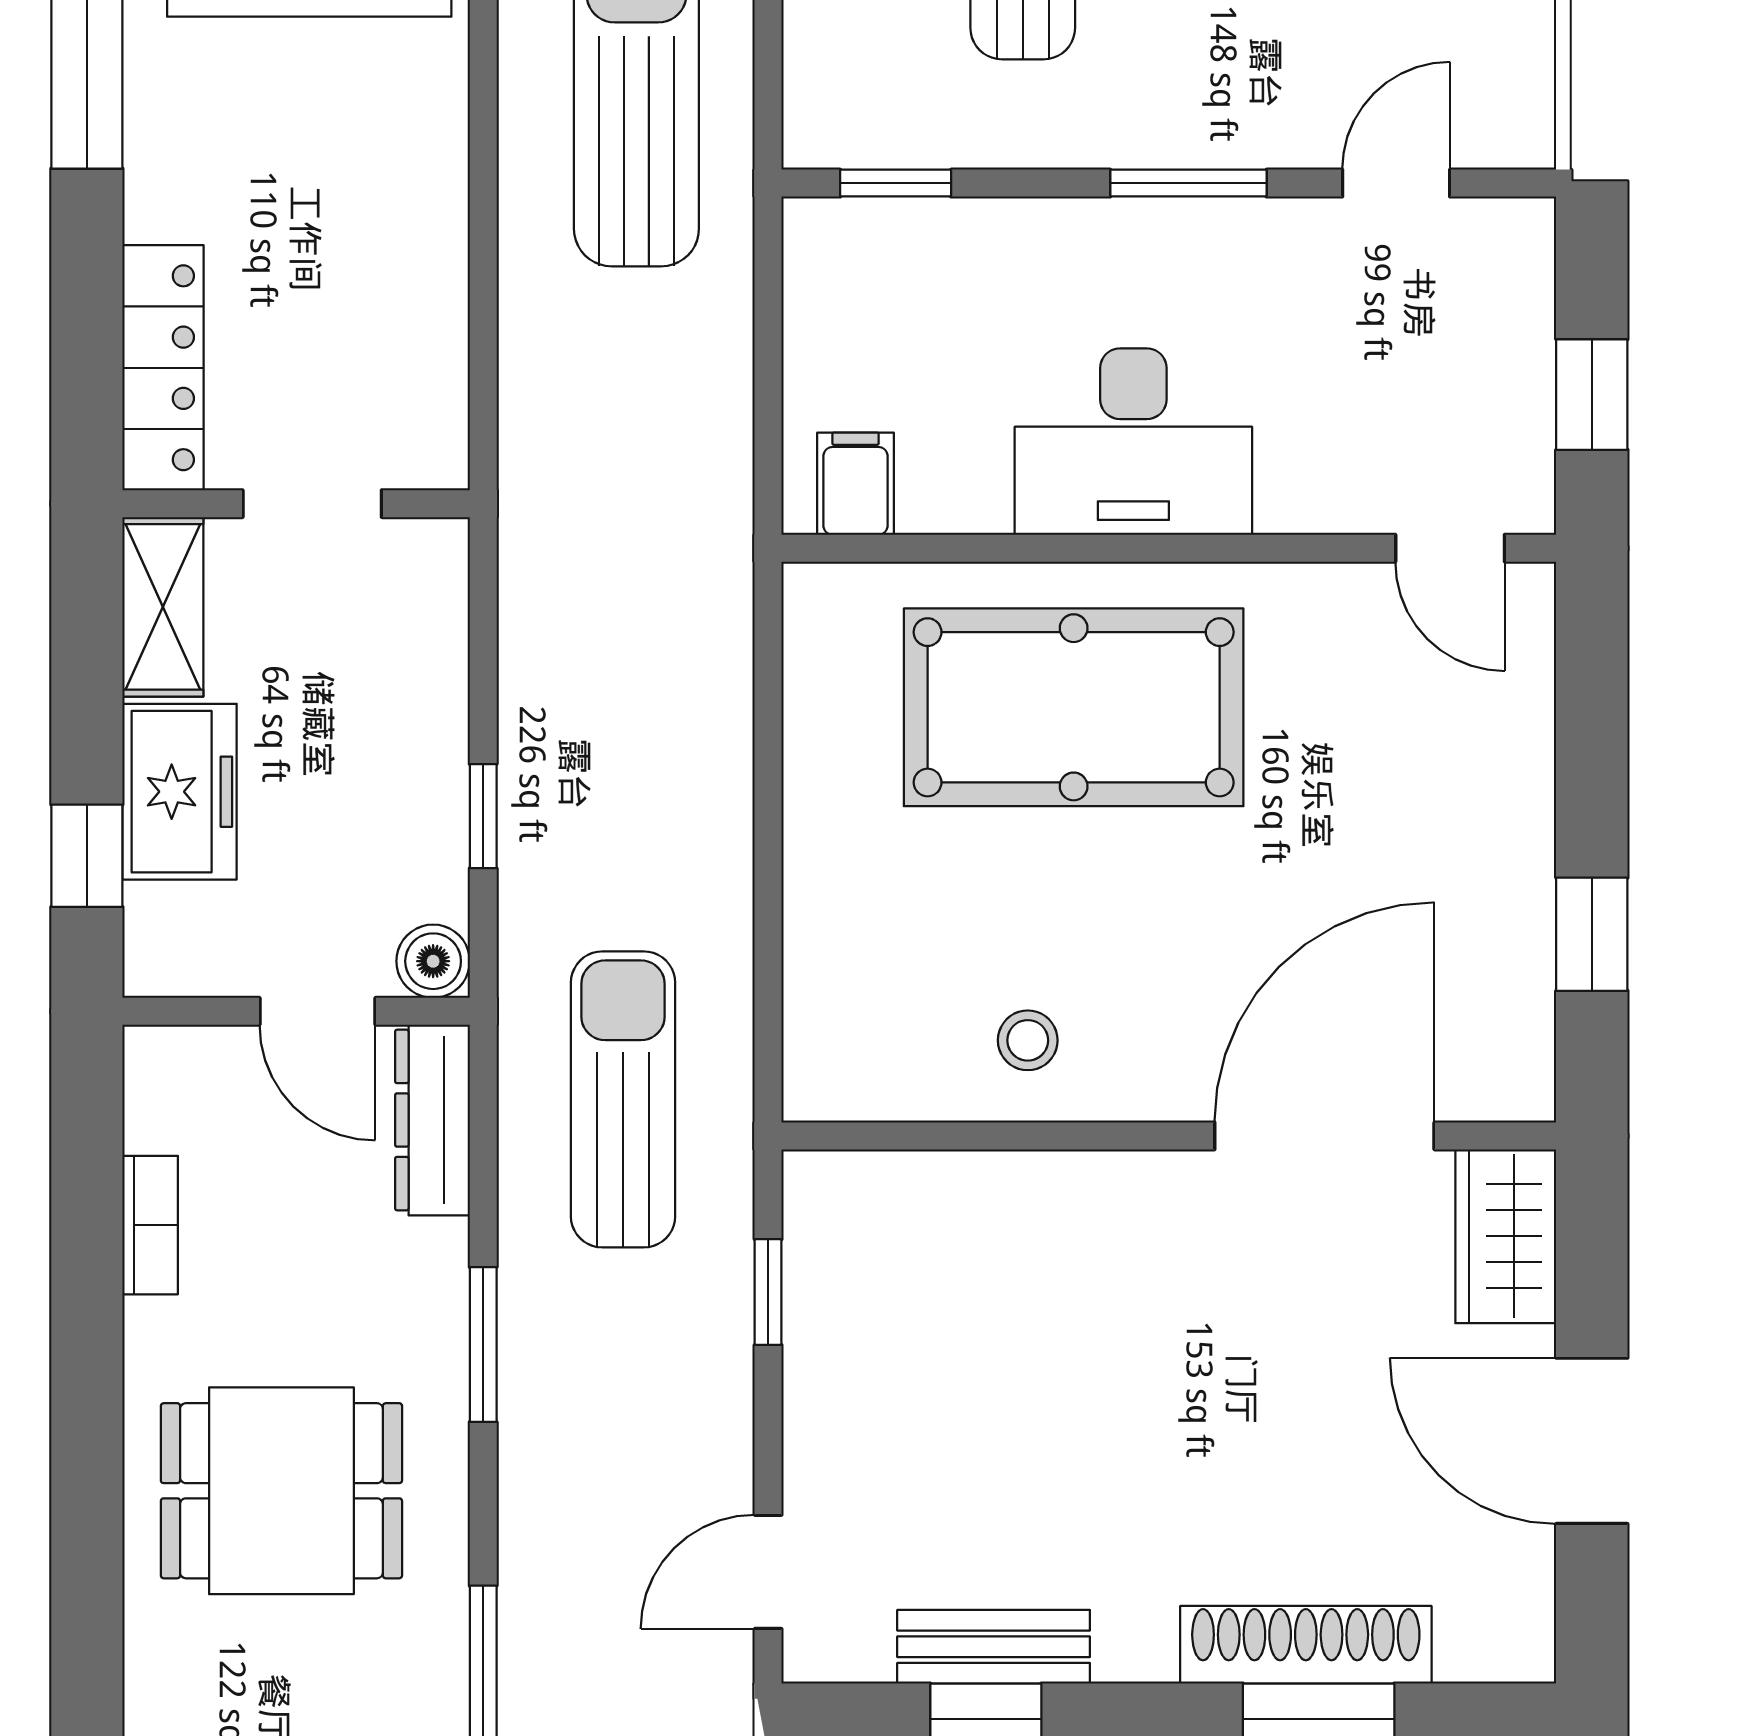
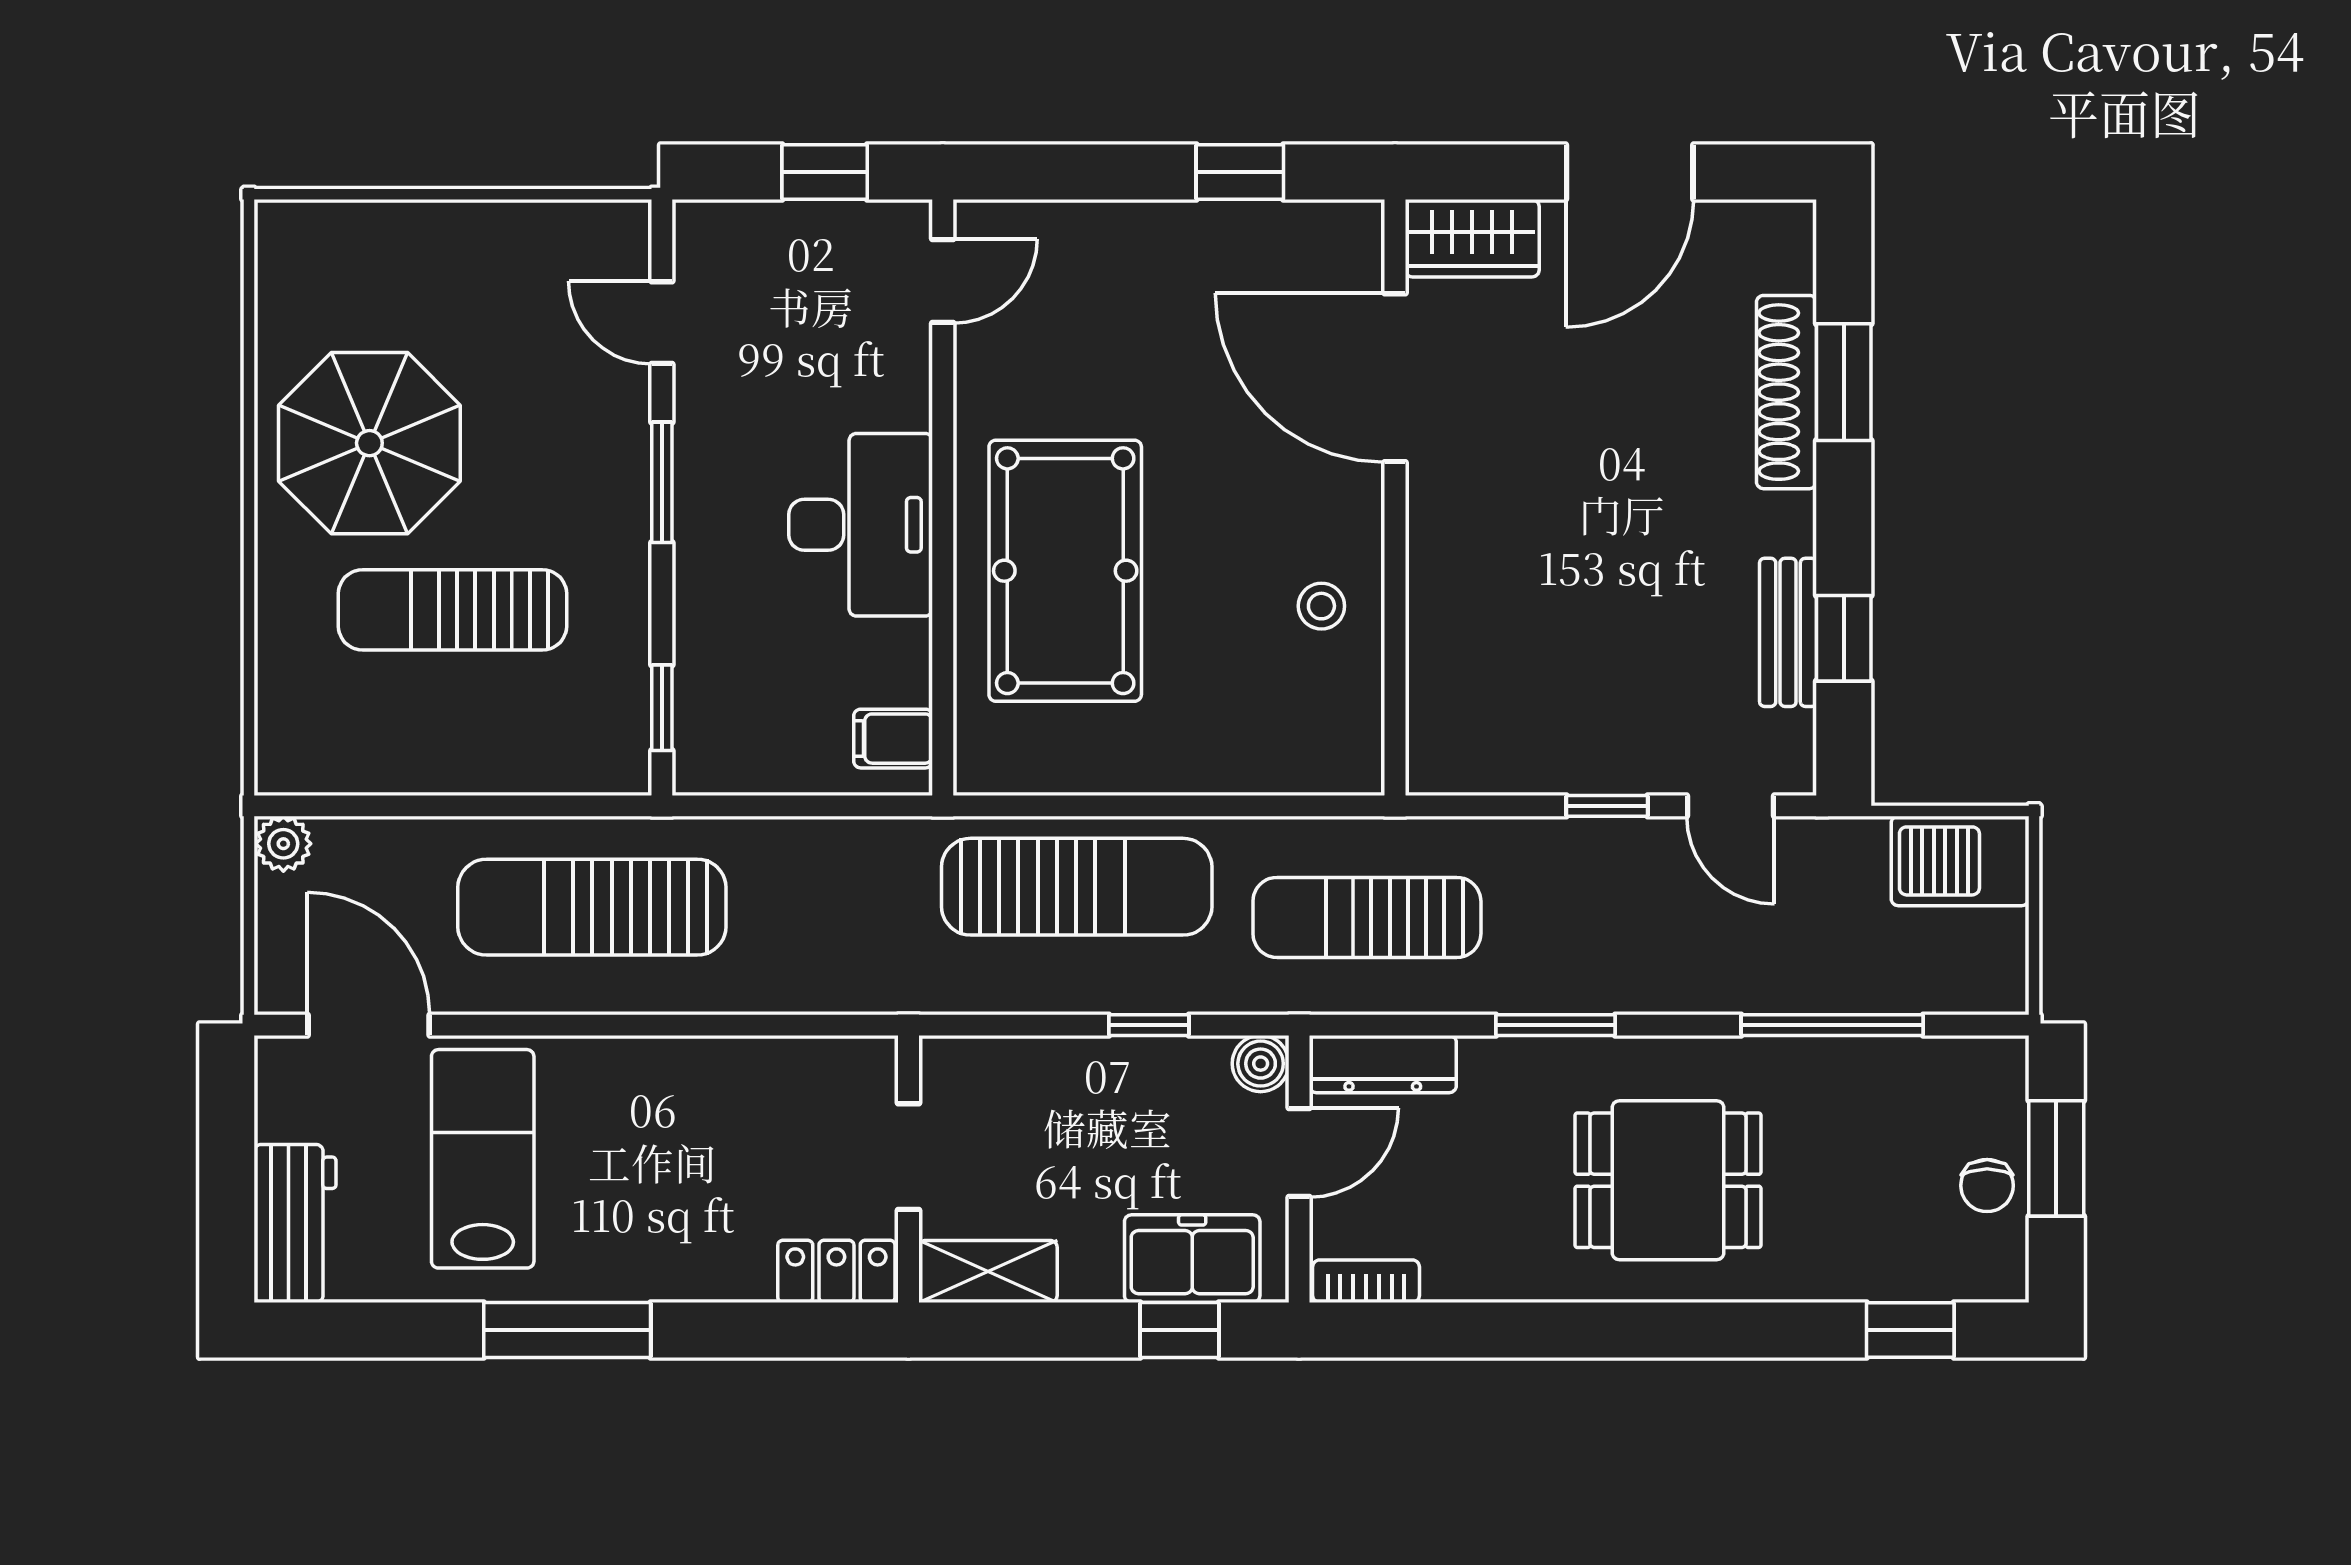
locker: (163, 368) -> (836, 1271), width x0.66
sun lounger: (663, 722) -> (1077, 887), added
freezer: (180, 792) -> (1192, 1259), moved
bookcase: (150, 1225) -> (1366, 1281), moved
window: (768, 1292) -> (1607, 806), moved
dining table: (281, 1491) -> (1668, 1180), turned 90

